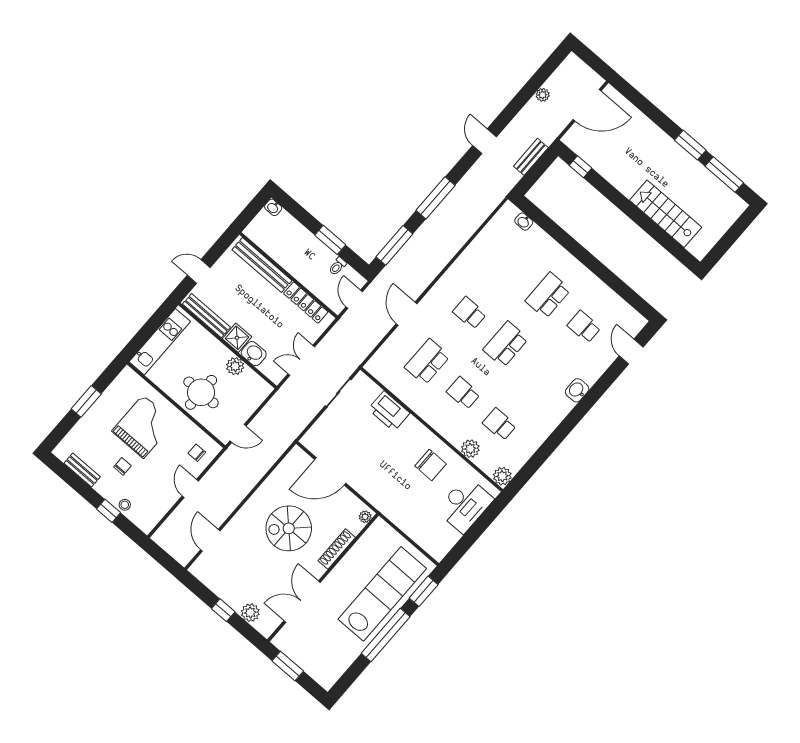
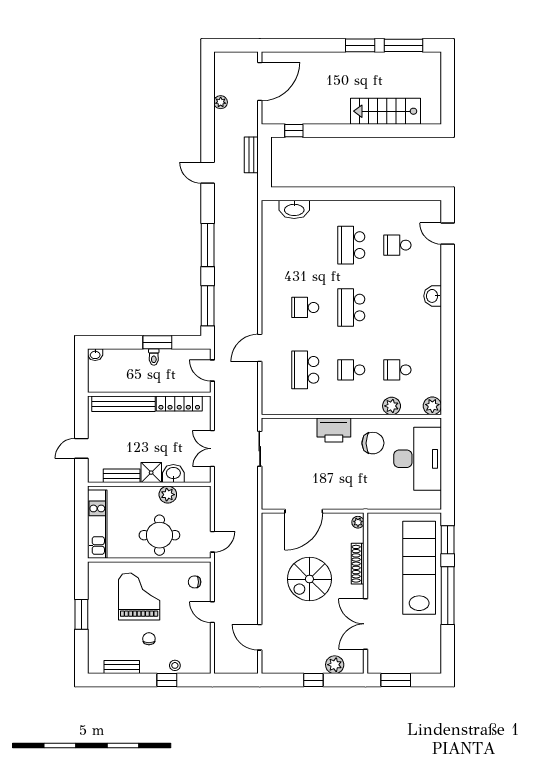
washbasin: (524, 222) -> (294, 209), width x1.91, depth x1.45
toilet: (337, 266) -> (154, 357), moved
door: (407, 314) -> (260, 348), hinge flipped
bench: (206, 316) -> (122, 476), width x0.73
printer: (389, 411) -> (334, 430), moved
desk: (465, 505) -> (418, 459), width x1.36, depth x1.30

